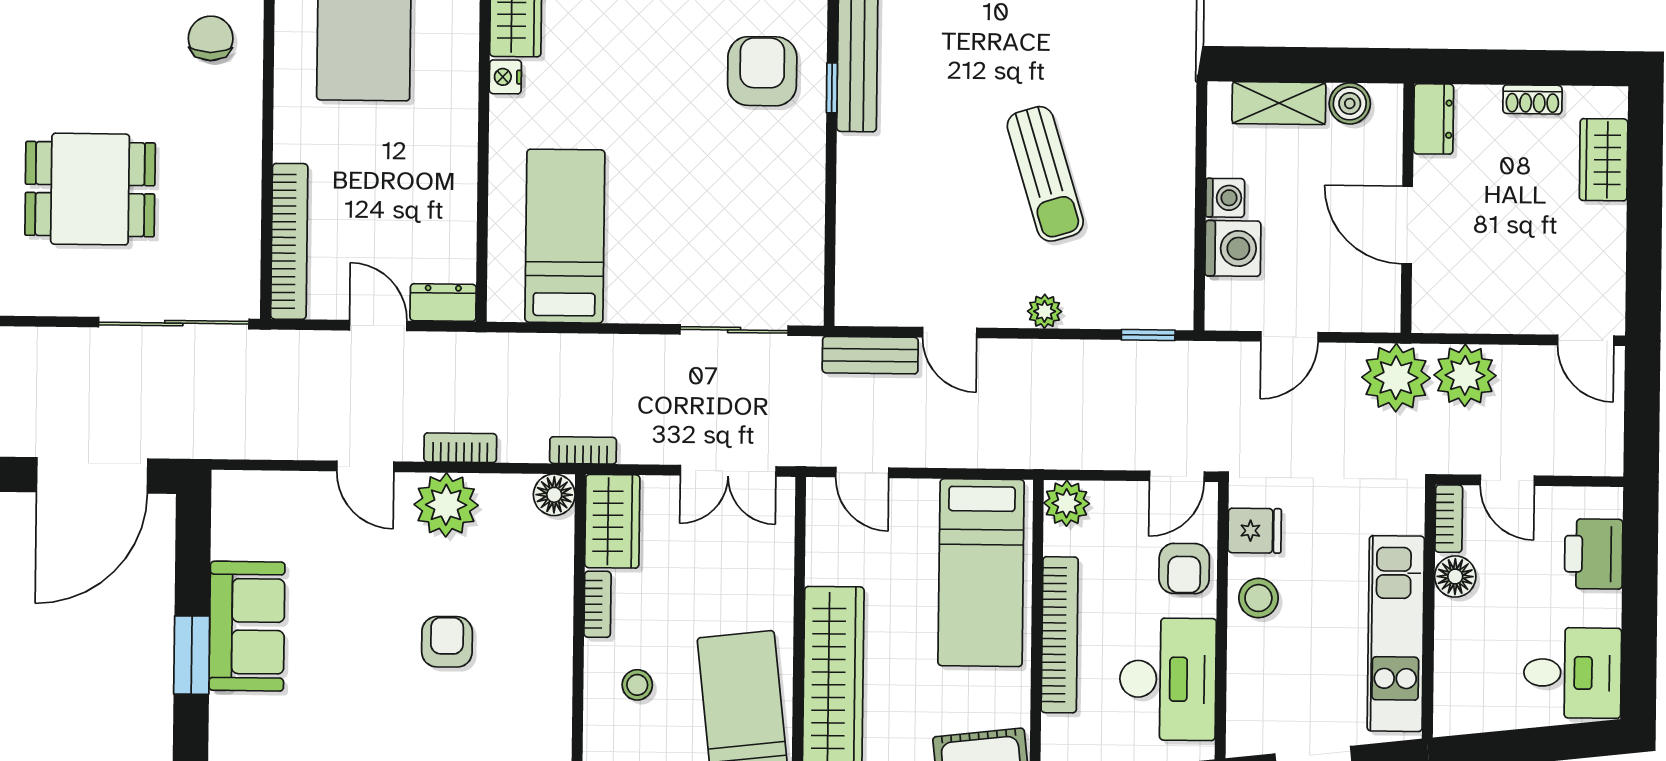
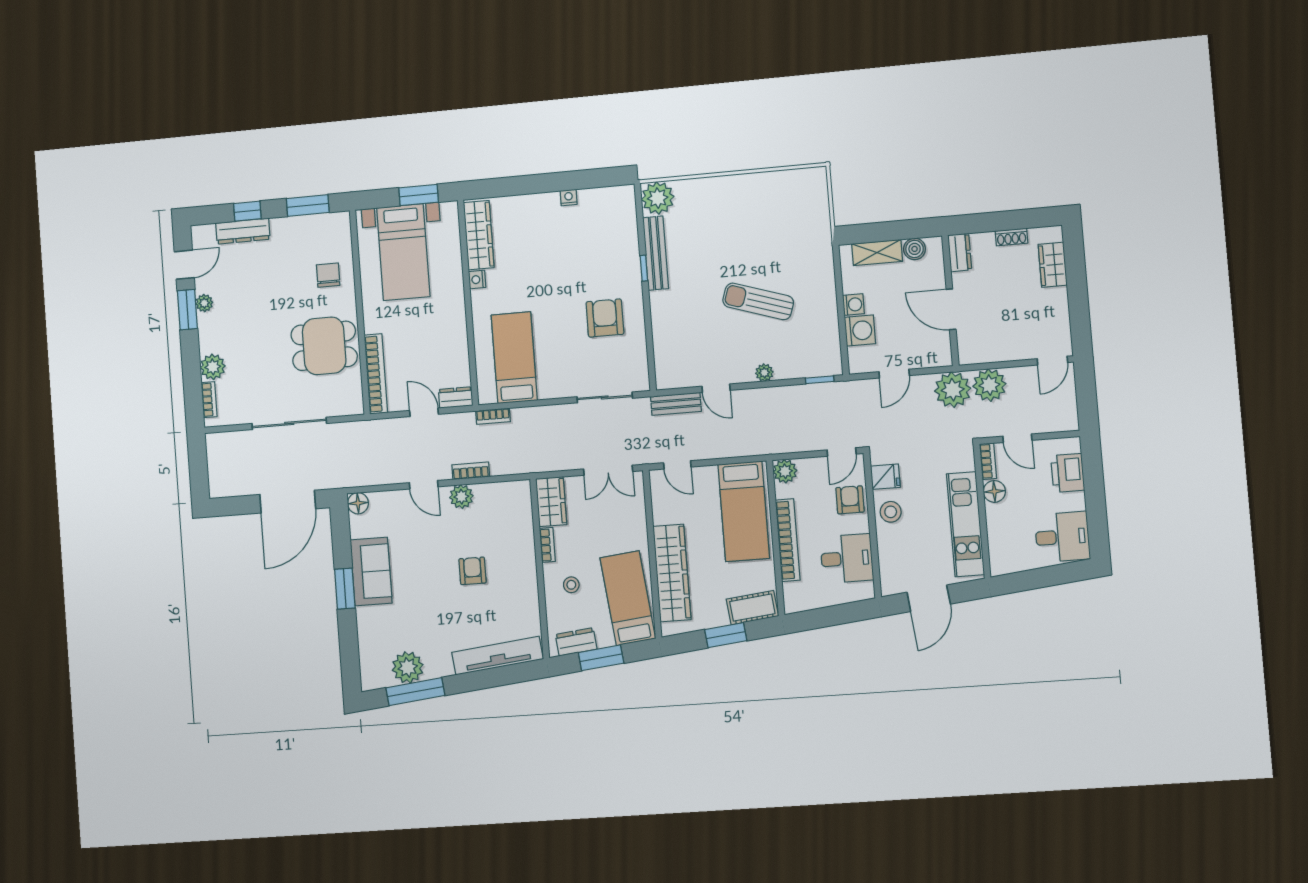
armchair: (762, 71) -> (605, 318), moved
sun lounger: (1045, 174) -> (758, 301), turned 125
dining table: (90, 189) -> (324, 346), moved
sliding door: (174, 323) -> (289, 423), moved
door: (1586, 340) -> (1052, 361), hinge flipped
bookcase: (583, 450) -> (493, 416), moved, turned 180
floor lamp: (554, 495) -> (358, 503), moved
plant: (446, 505) -> (461, 497), width x0.73, depth x0.73
armchair: (1184, 568) -> (850, 500), turned 180
desk: (1168, 679) -> (847, 558), width x0.73

